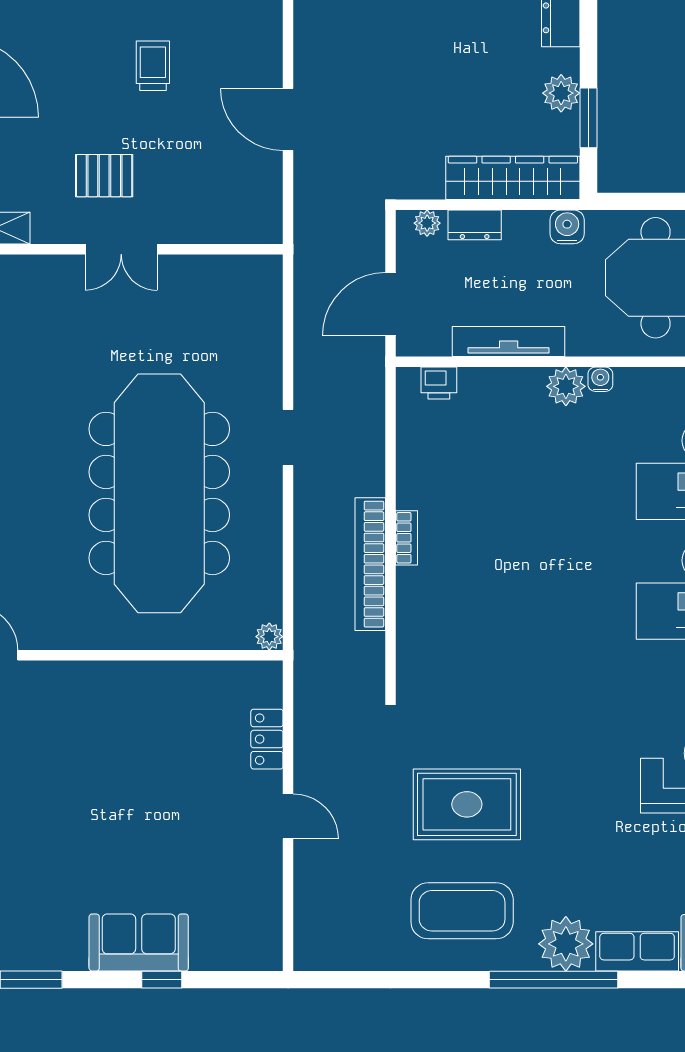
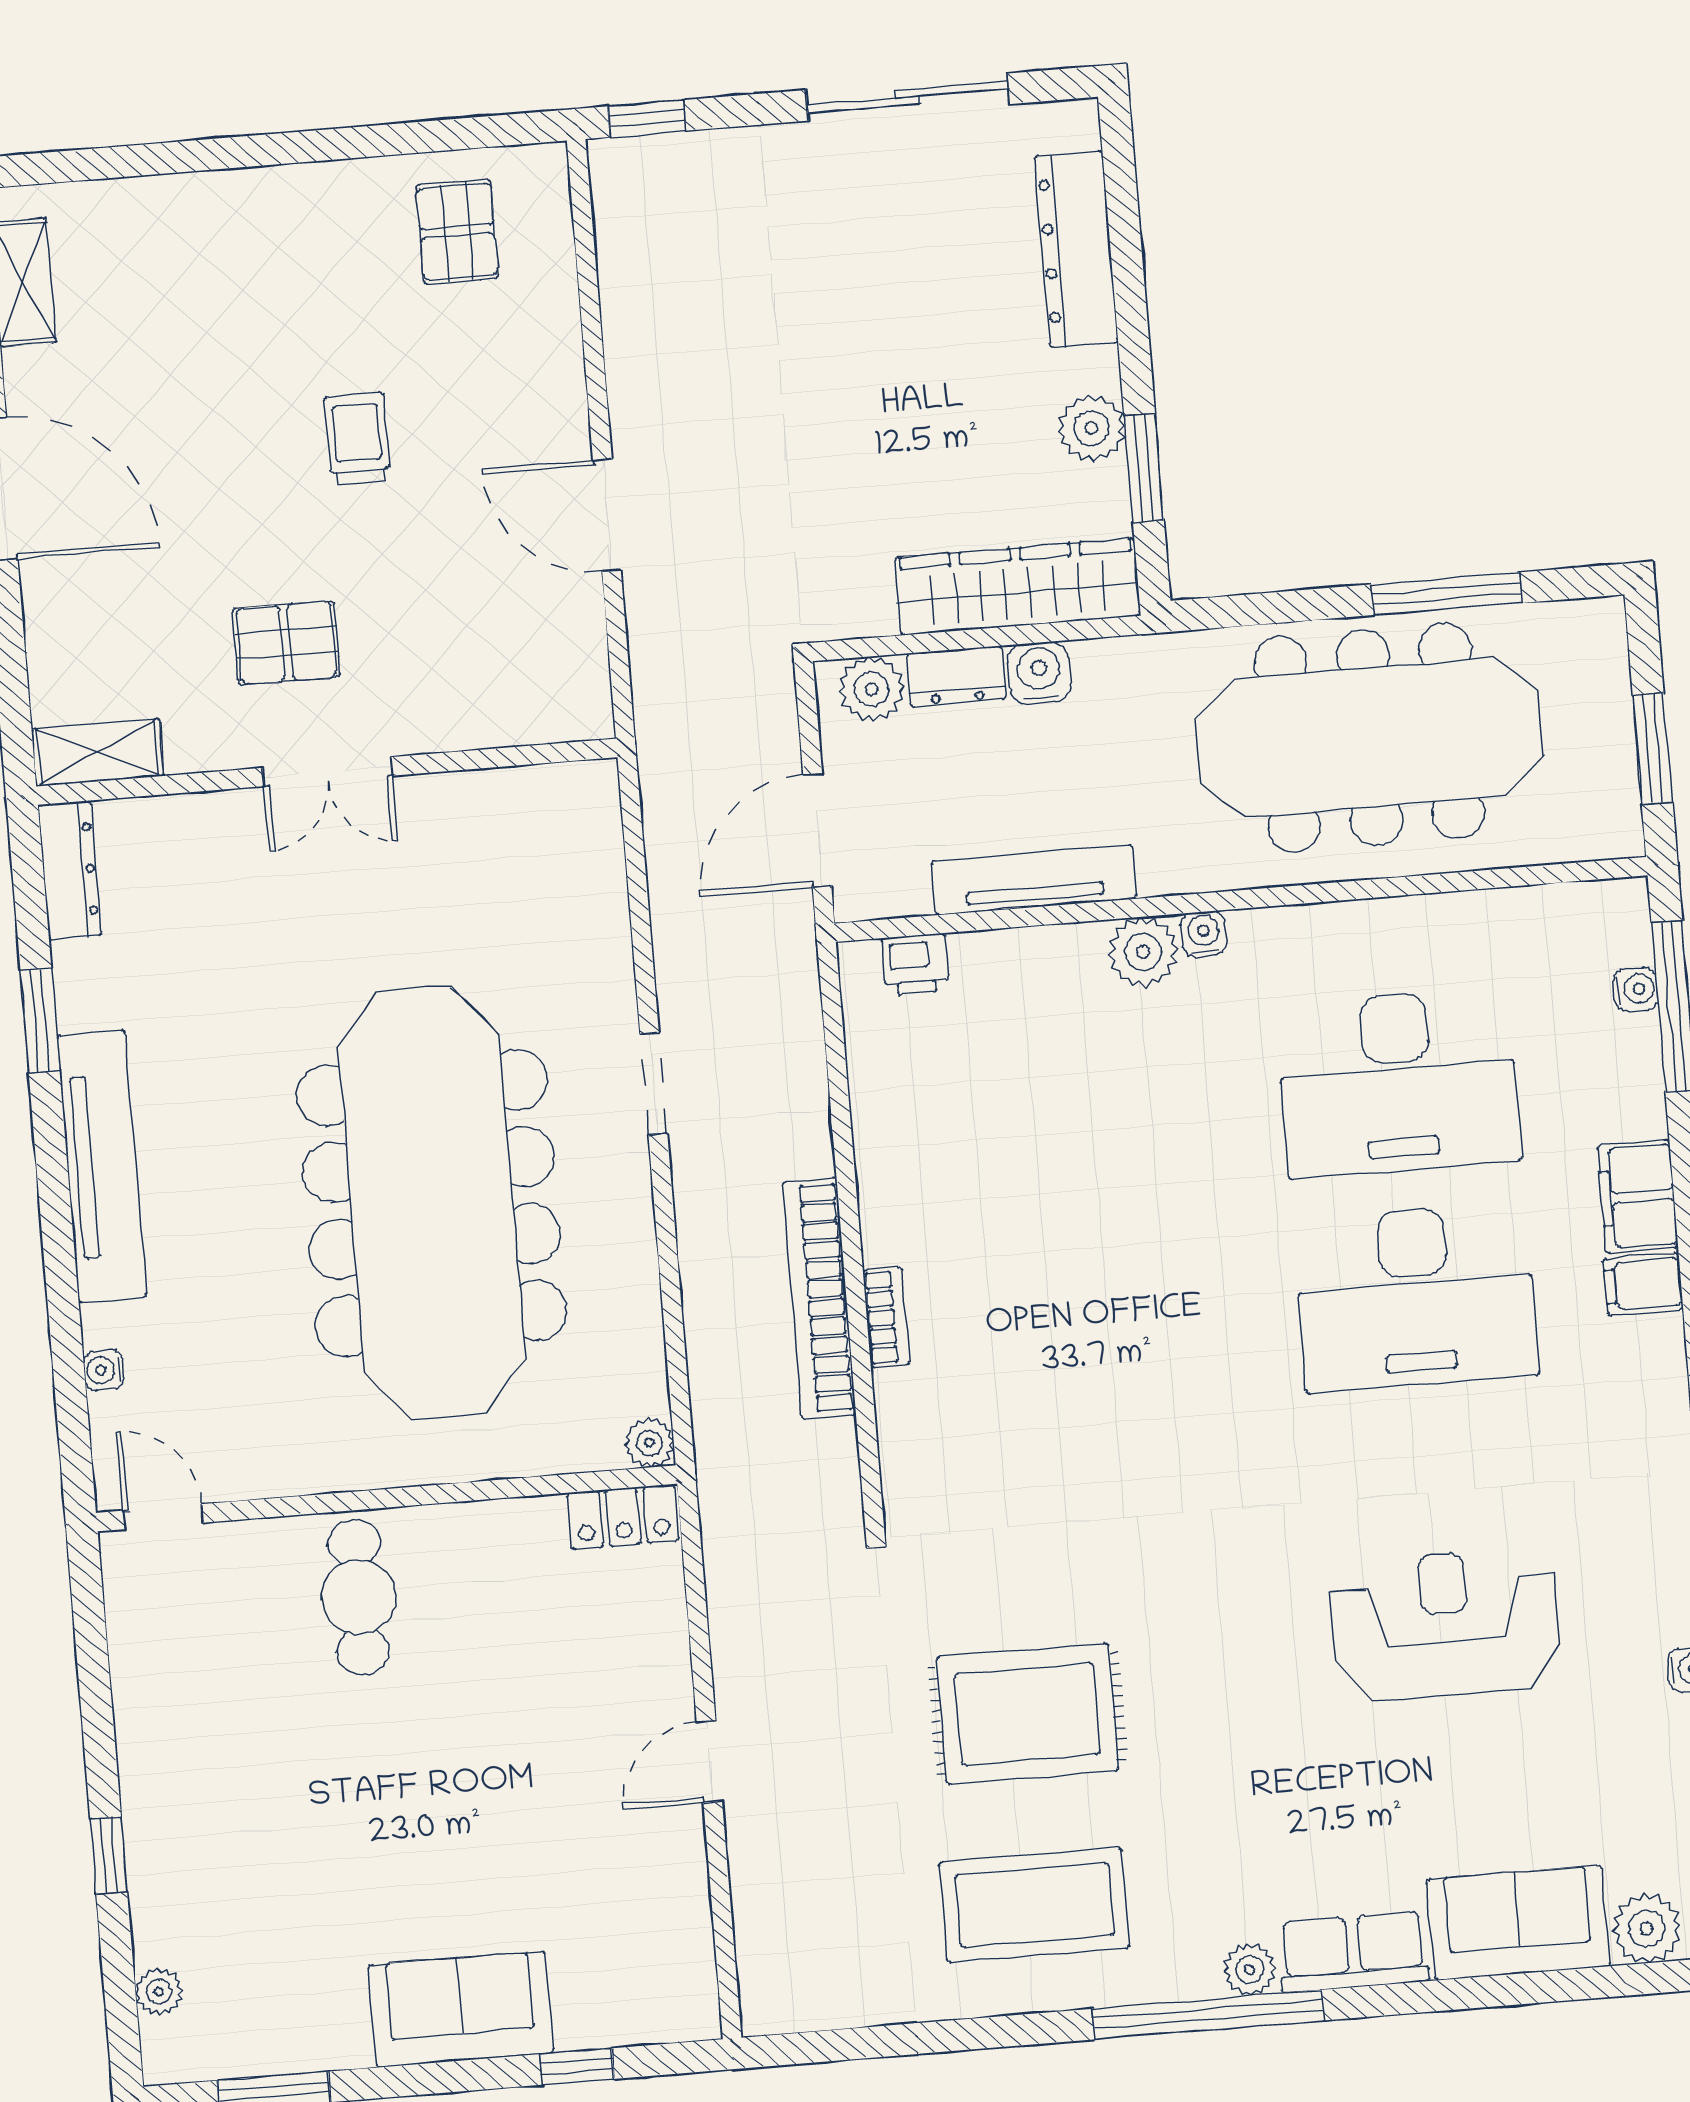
plant: (427, 223) -> (871, 689), width x1.38, depth x1.38
water cooler: (567, 227) -> (1039, 673), moved
bookcase: (407, 538) -> (886, 1317), moved
cafe table: (101, 709) -> (359, 1597), added
locker: (267, 739) -> (623, 1517), moved, turned -90
door: (288, 816) -> (709, 1762), swing flipped
plant: (566, 944) -> (1249, 1970), width x0.53, depth x0.53
window: (162, 980) -> (577, 2067), moved

